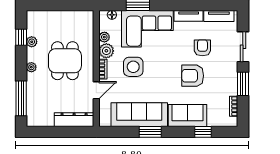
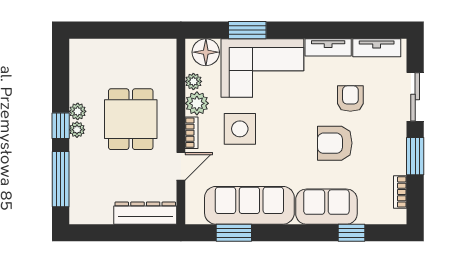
floor lamp: (112, 15) -> (206, 52), width x1.89, depth x1.89
window: (21, 37) -> (61, 126), moved
plant: (32, 42) -> (78, 111), moved
window: (150, 132) -> (234, 233), moved

